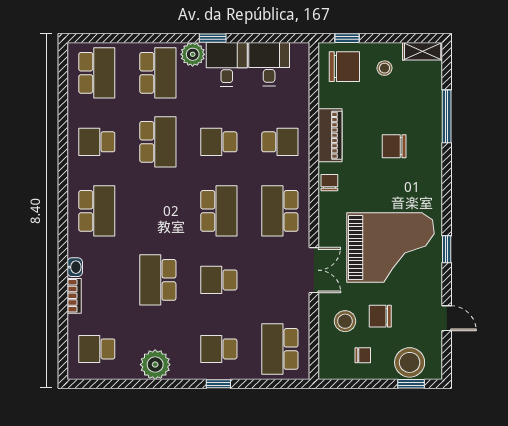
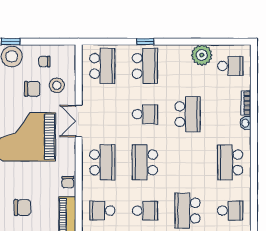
school desk: (219, 349) -> (145, 66), width x1.85
plant: (155, 365) -> (202, 55), moved

